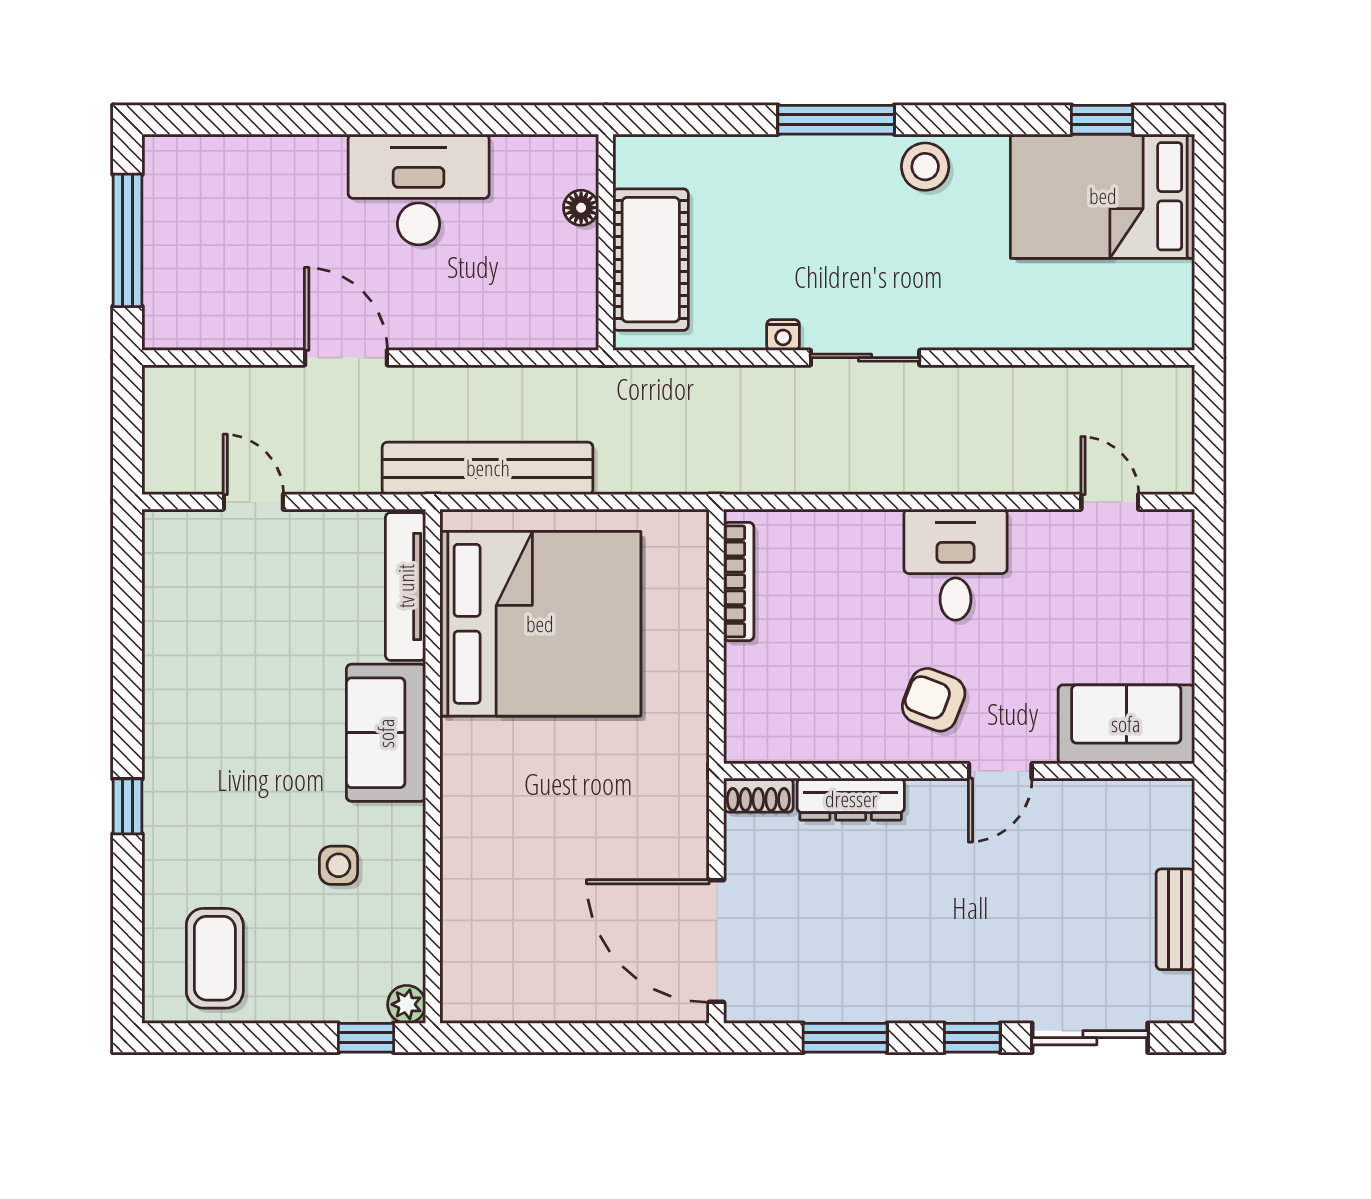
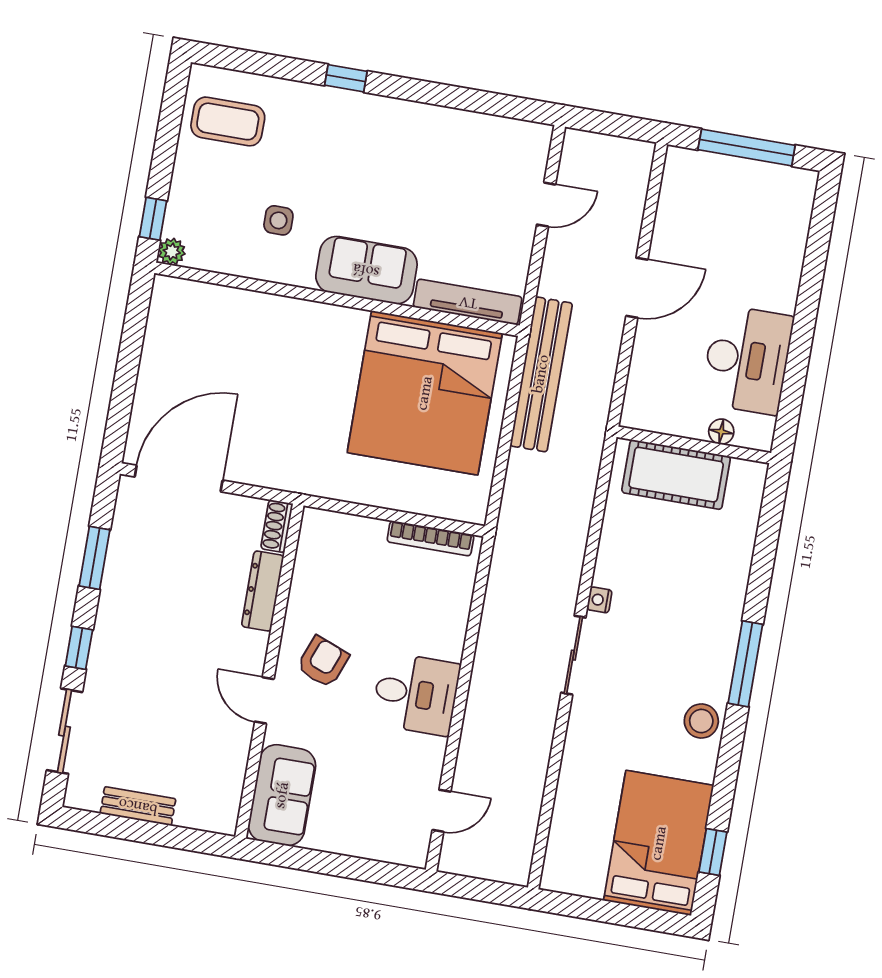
floor lamp: (581, 208) -> (721, 432), moved
wall: (606, 242) -> (694, 445), moved
cot: (651, 260) -> (676, 475), moved

